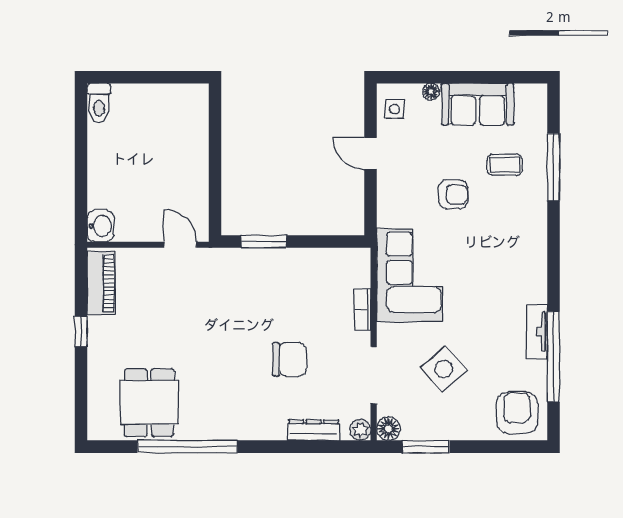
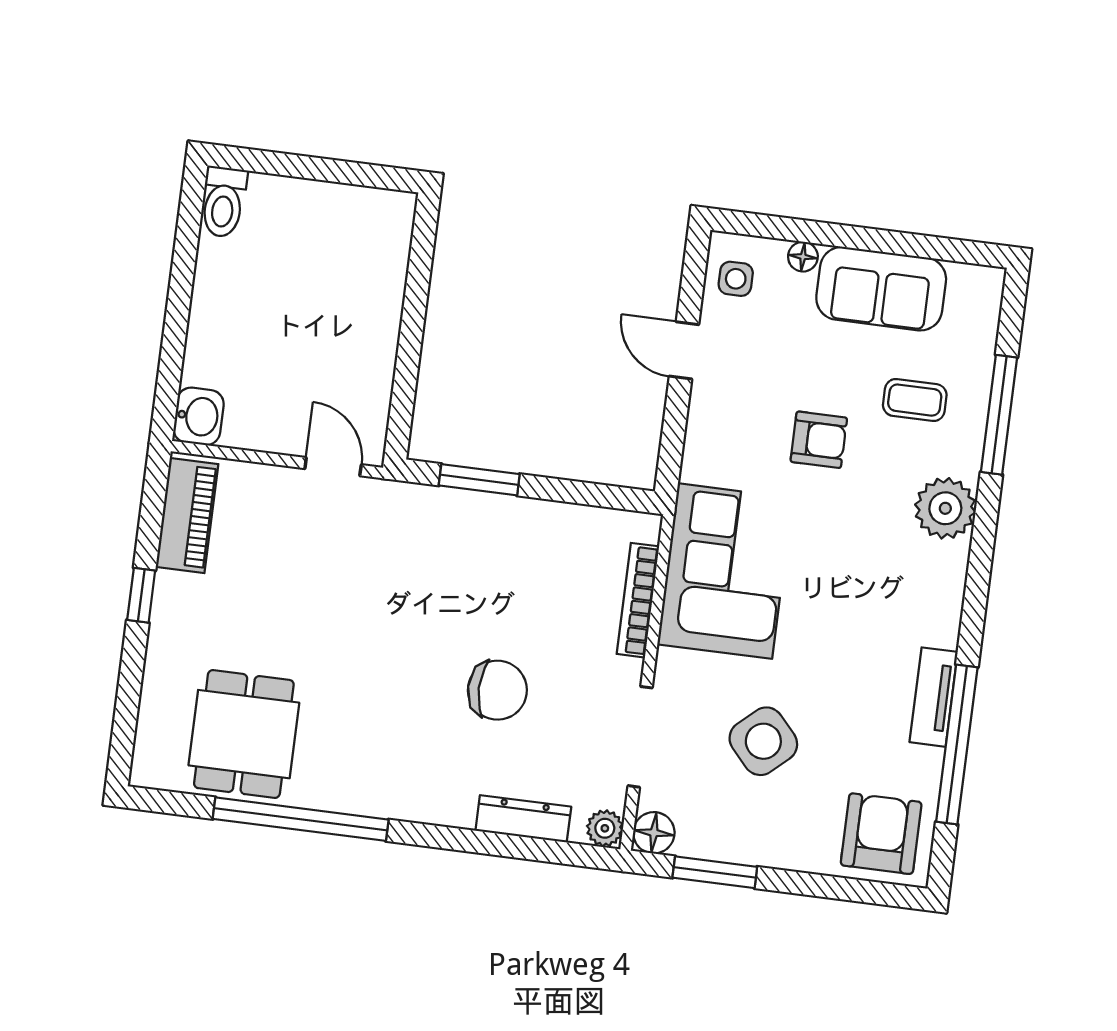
plant: (530, 224) -> (945, 508), added
bookcase: (363, 310) -> (638, 600), width x1.56

